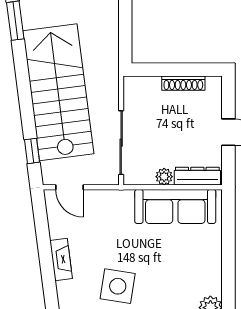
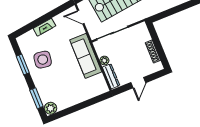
door: (69, 187) -> (81, 17), hinge flipped
sofa: (175, 206) -> (86, 56), moved

